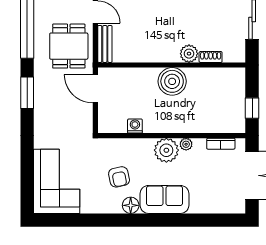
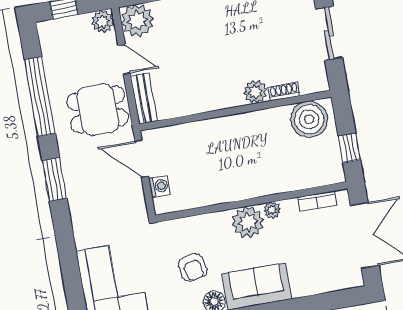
dining table: (69, 46) -> (98, 109), turned 90
boiler: (172, 81) -> (309, 119), moved
washing machine: (135, 126) -> (159, 186), moved, turned 90

